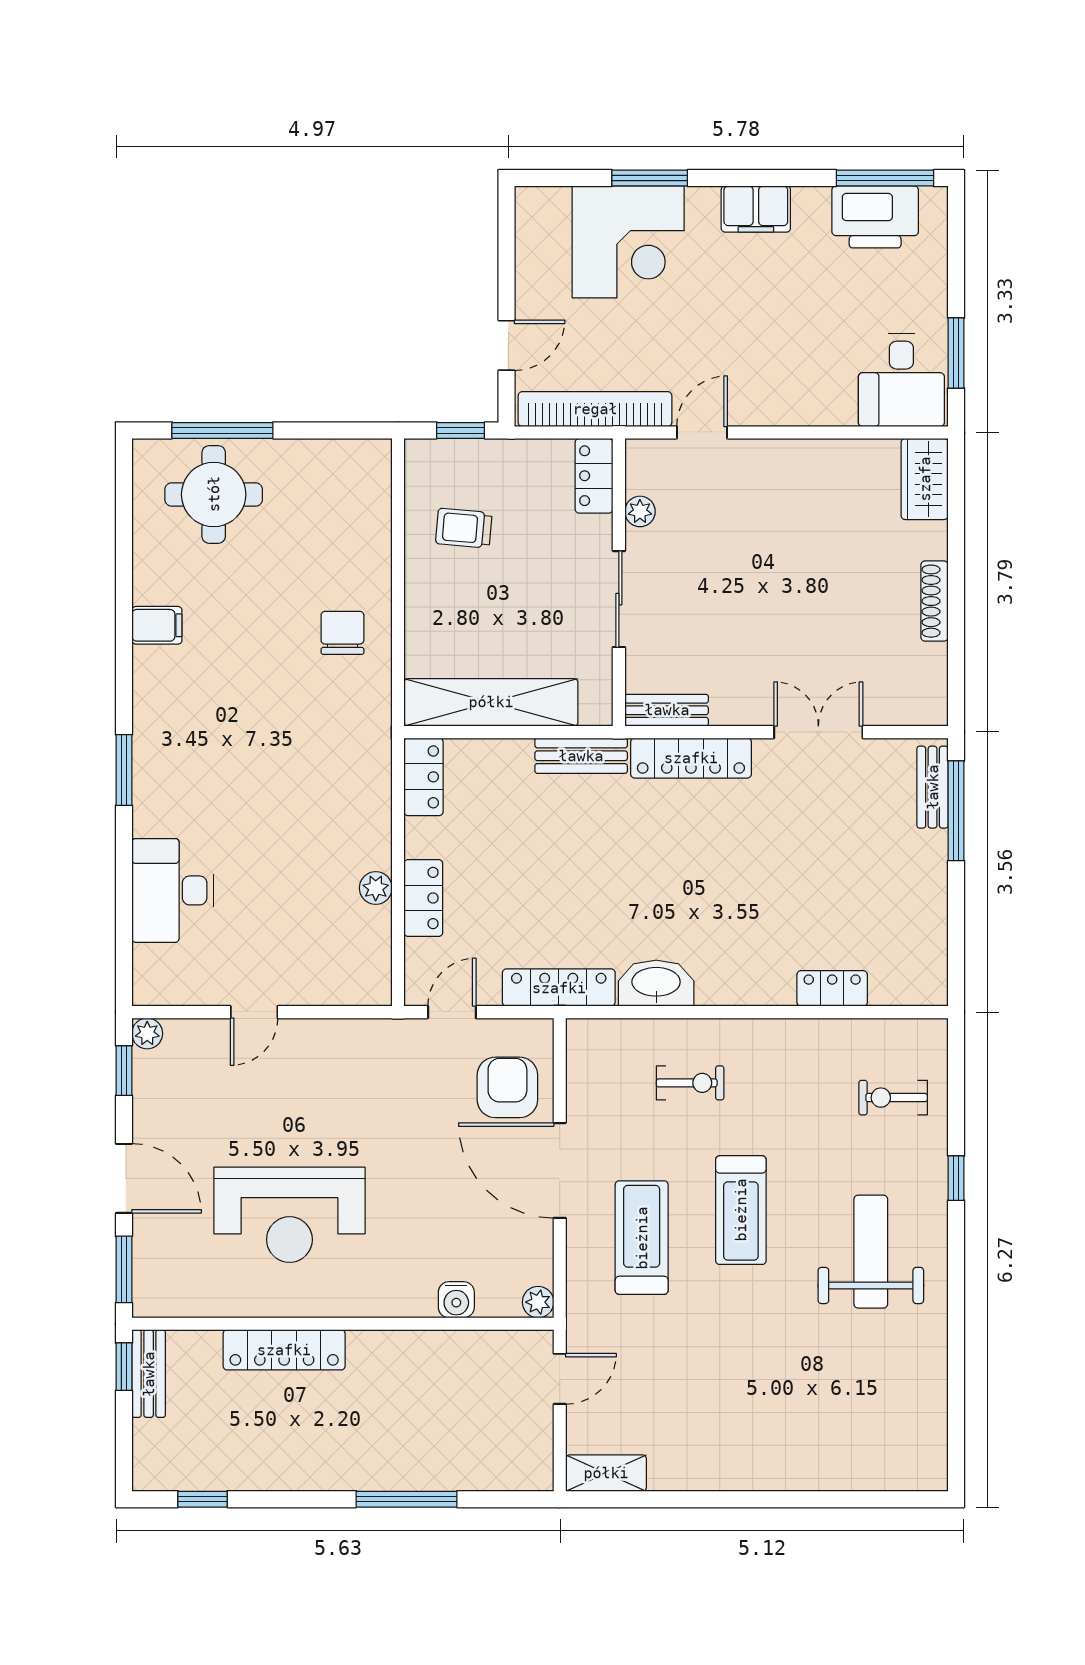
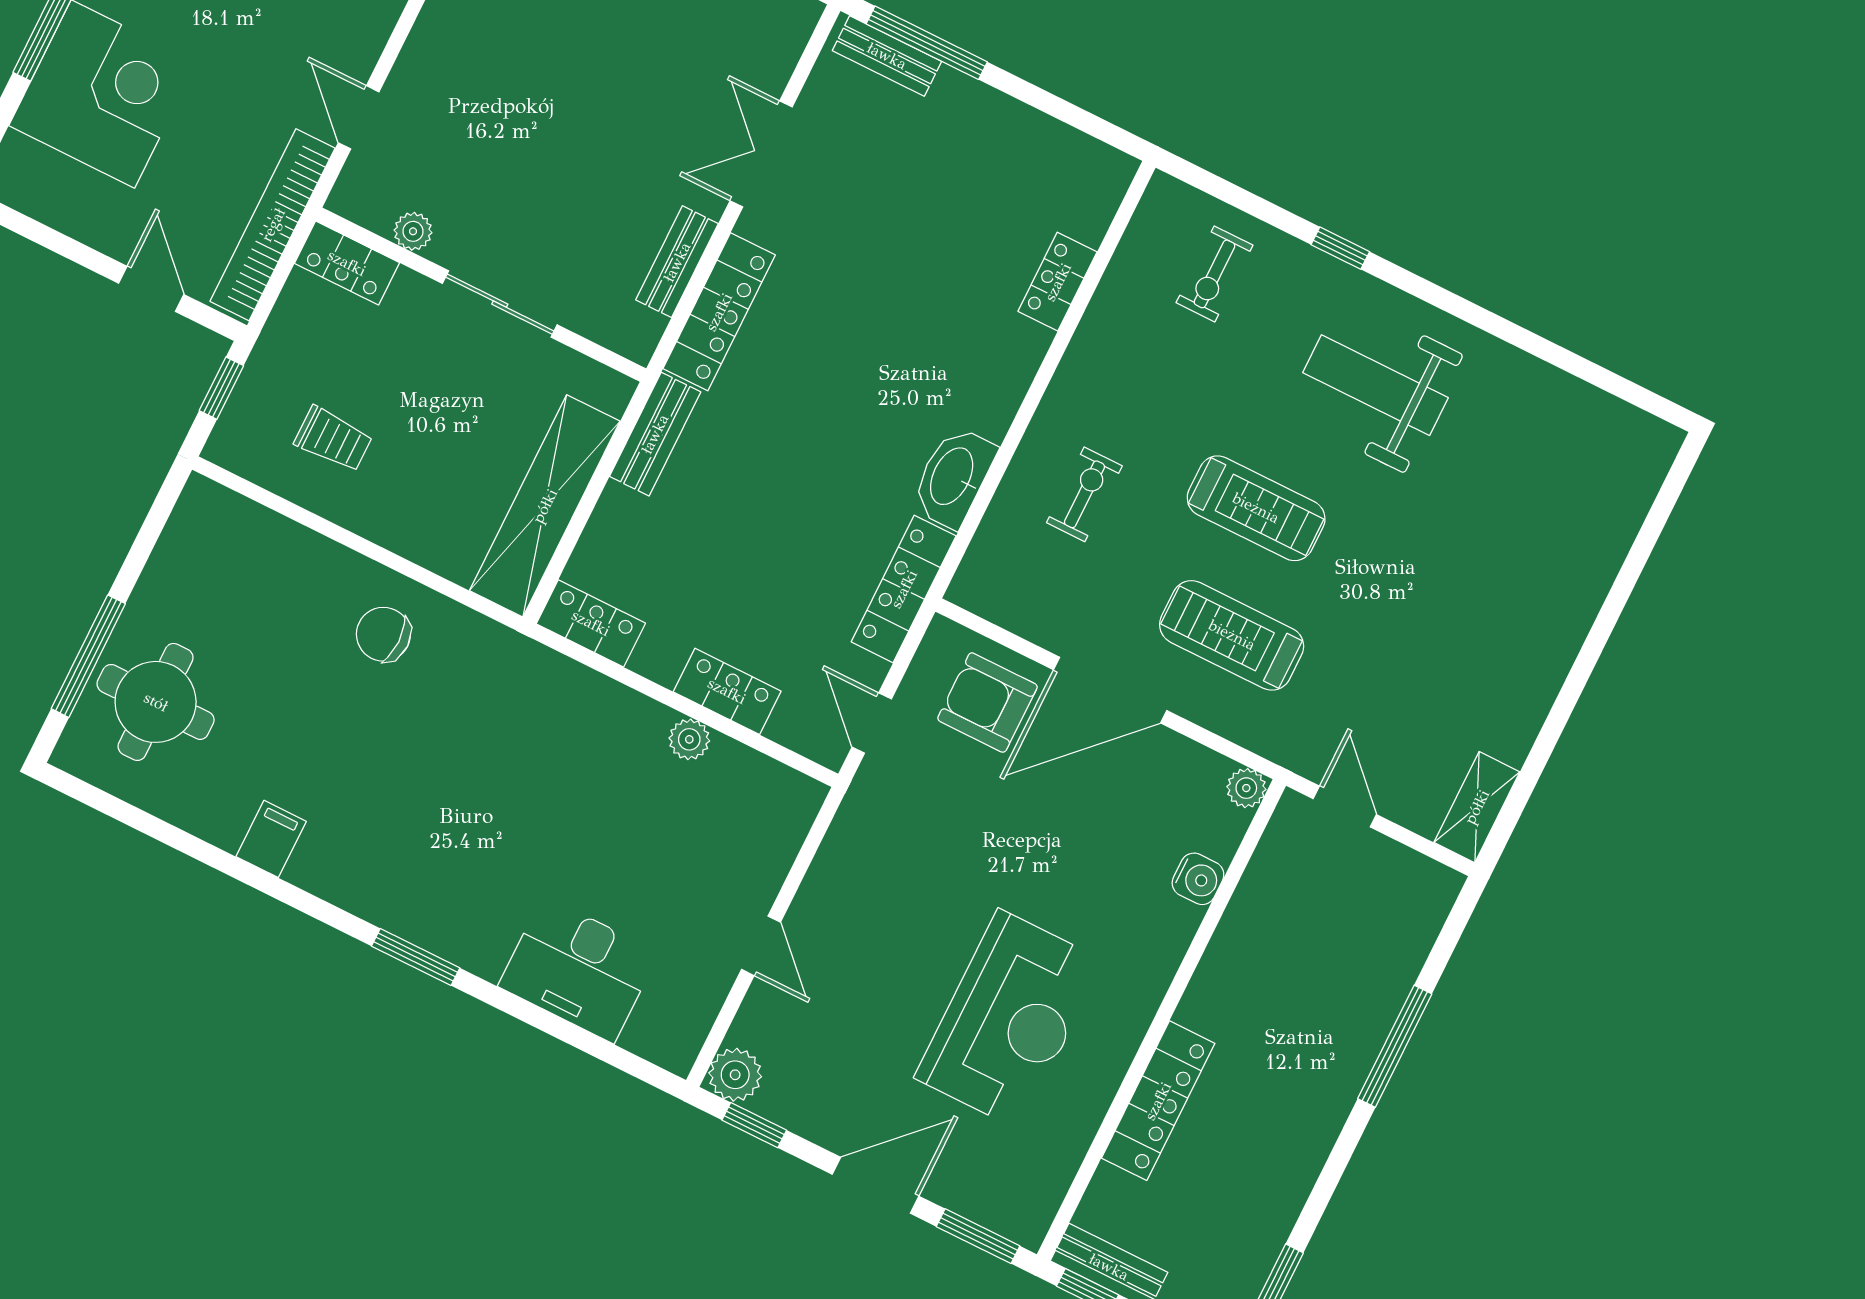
trolley: (464, 528) -> (333, 439), turned -95
bench: (667, 710) -> (677, 262), moved
plant: (147, 1033) -> (735, 1075), width x1.38, depth x1.38

